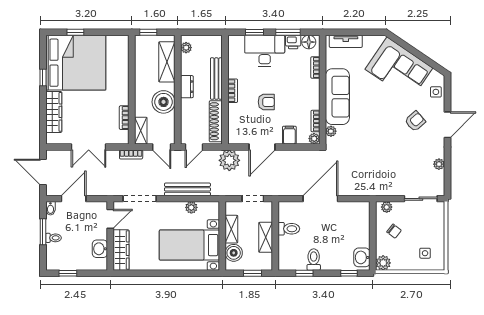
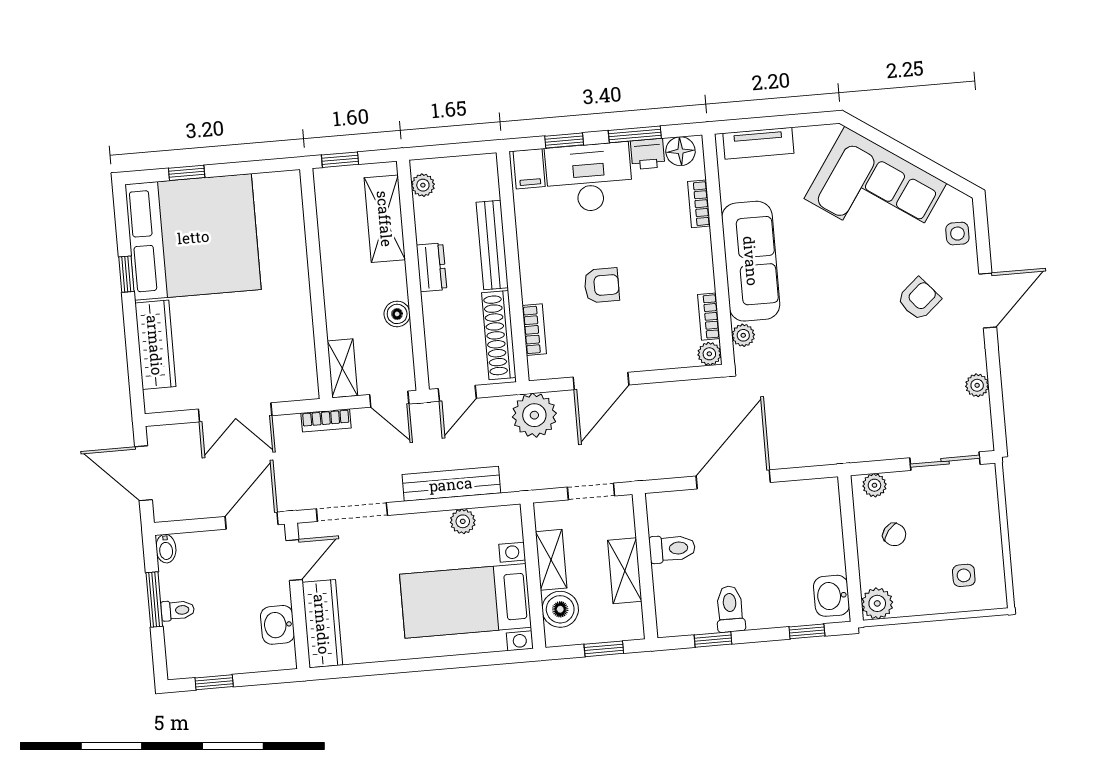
bookcase: (233, 91) -> (534, 330), moved
boiler: (164, 102) -> (397, 314), width x0.54, depth x0.54
bookcase: (124, 118) -> (305, 344), removed
filing cabinet: (289, 135) -> (529, 169), moved, turned 180
door: (74, 199) -> (252, 521), moved

